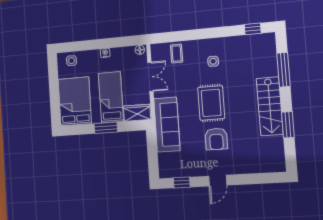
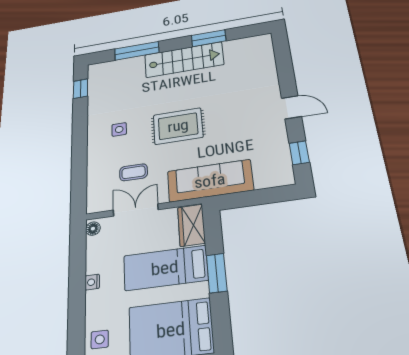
coffee table: (177, 54) -> (134, 172), moved
armchair: (216, 139) -> (230, 115), removed

